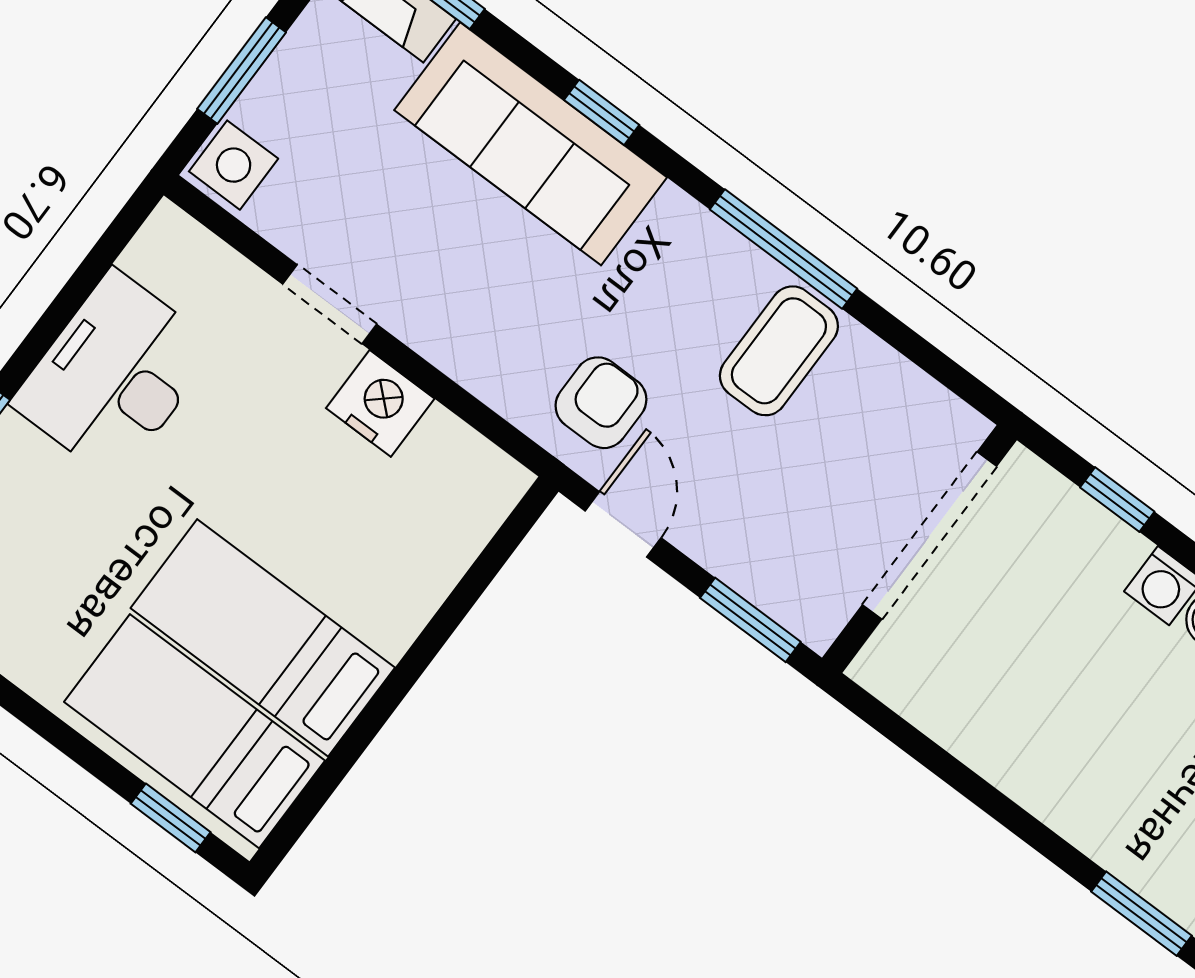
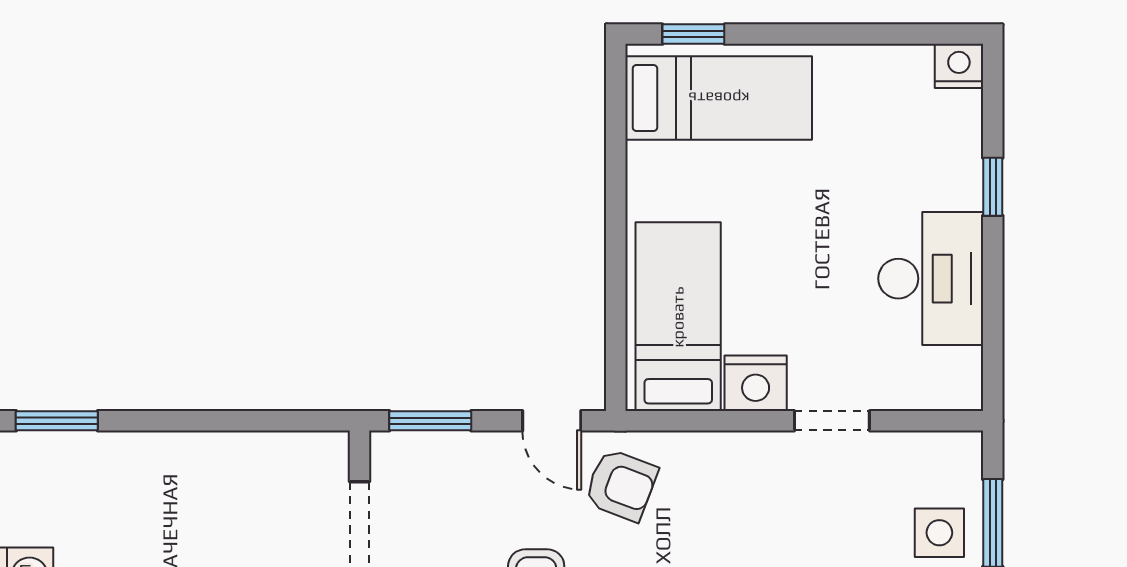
side table: (234, 165) -> (939, 533), moved
armchair: (601, 403) -> (621, 485), turned -69
bed: (263, 638) -> (678, 317), moved, turned -90

